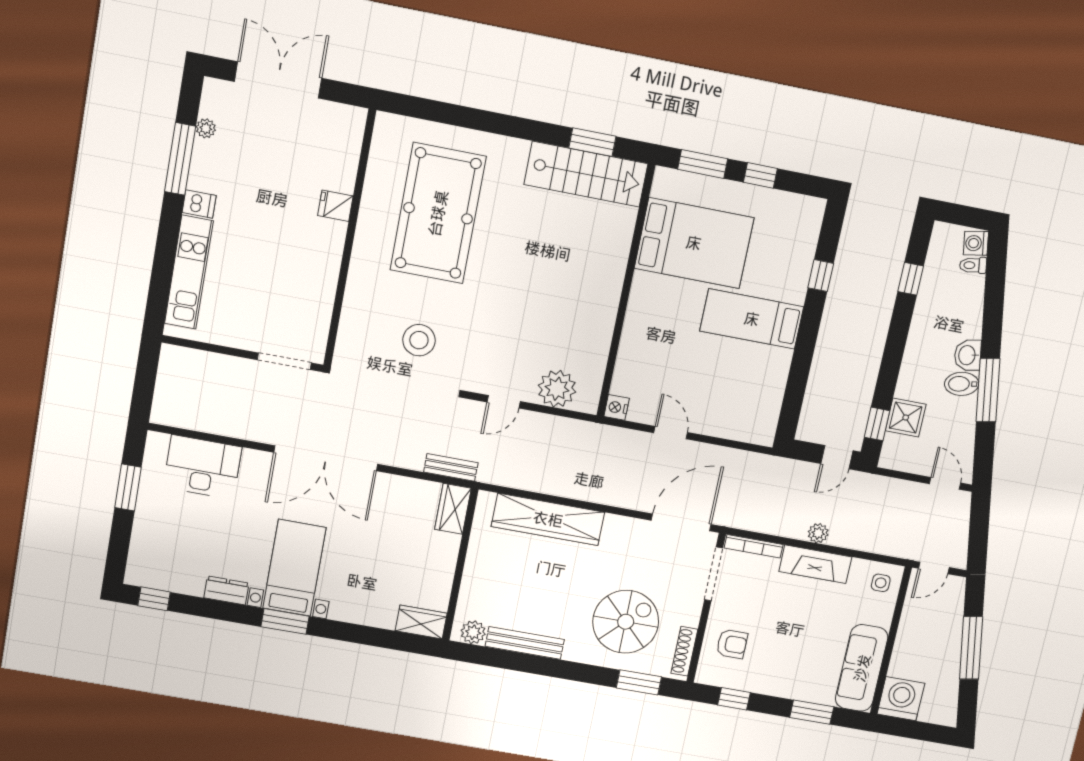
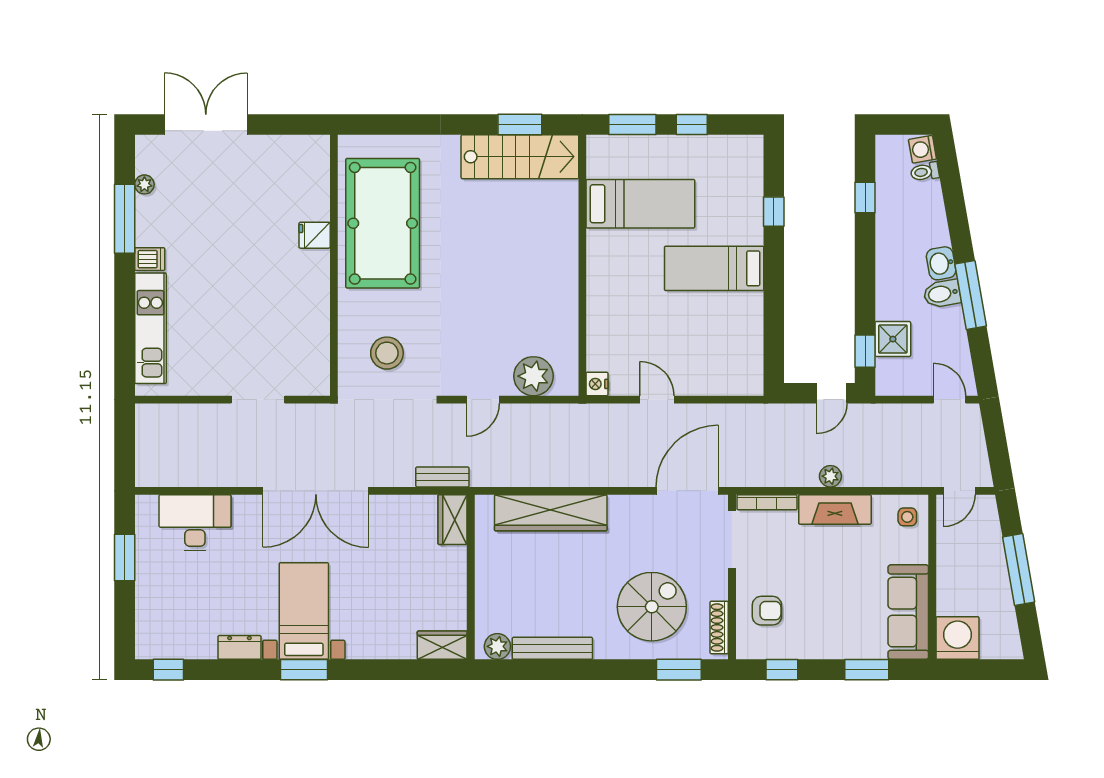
fridge: (335, 206) -> (315, 235), moved
wall: (350, 239) -> (334, 265), moved
bed: (694, 243) -> (640, 204), width x0.67

